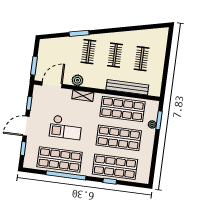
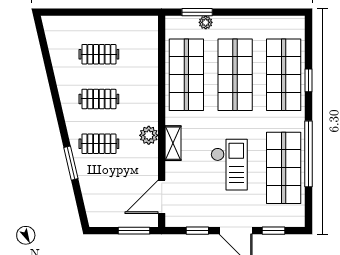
plant: (77, 80) -> (149, 135), moved
door: (52, 85) -> (162, 197), hinge flipped
bench: (127, 87) -> (149, 72), removed

